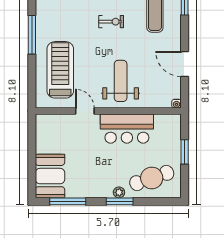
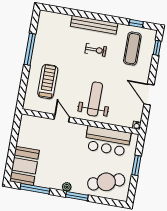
treadmill: (60, 70) -> (48, 82), width x0.73, depth x0.73
bar counter: (127, 129) -> (108, 141), moved
plant: (119, 192) -> (67, 187), moved

